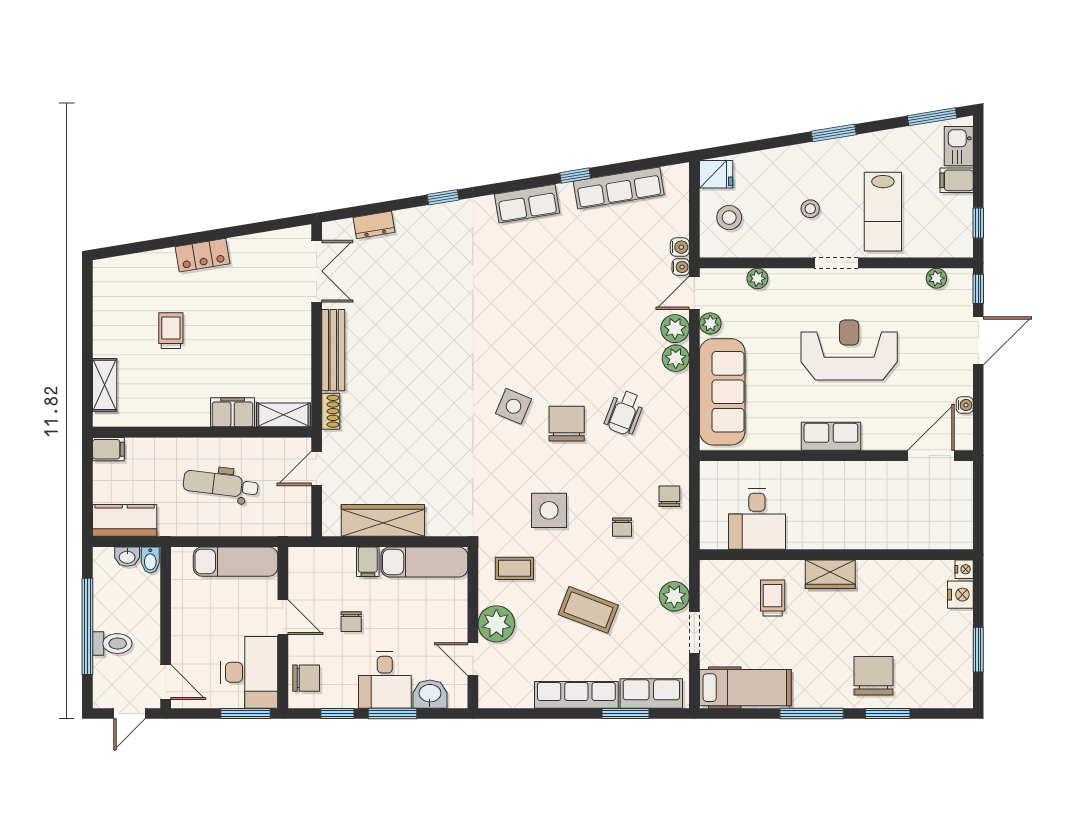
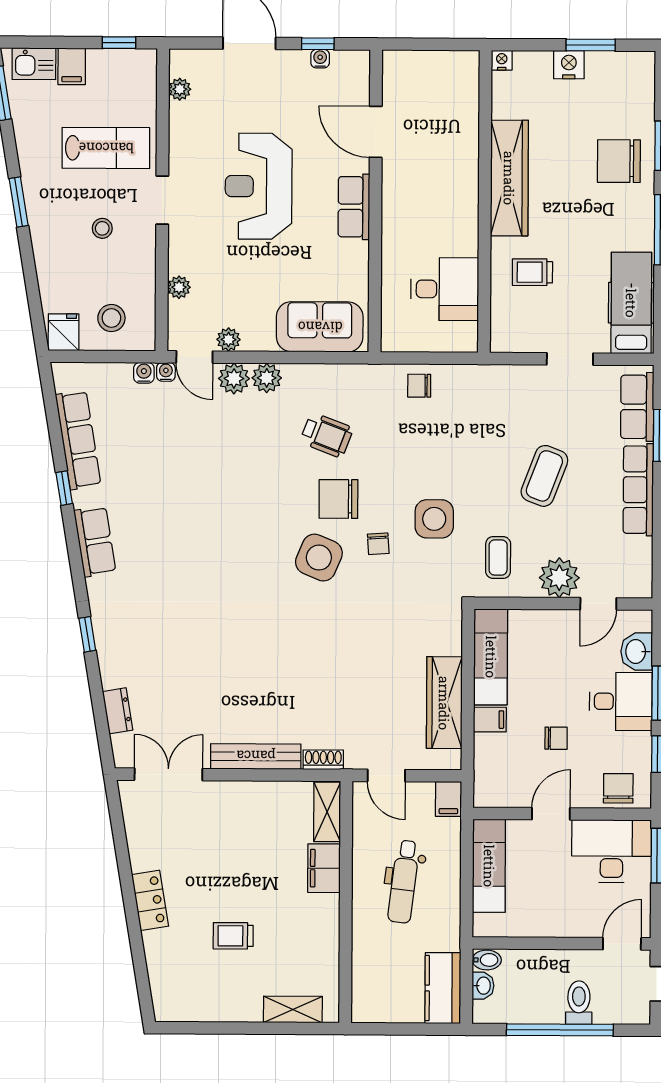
window: (978, 289) -> (318, 44), moved
sofa: (722, 392) -> (320, 327), width x0.73
side table: (513, 406) -> (319, 558), width x1.37, depth x1.37
filing cabinet: (108, 449) -> (448, 799), moved, turned 180
door: (931, 456) -> (376, 132), moved
chair: (622, 527) -> (378, 544), moved, turned 86
wardrobe: (830, 574) -> (509, 178), width x2.10, depth x1.17
nightstand: (960, 595) -> (569, 65), moved
plant: (674, 596) -> (530, 381), removed

